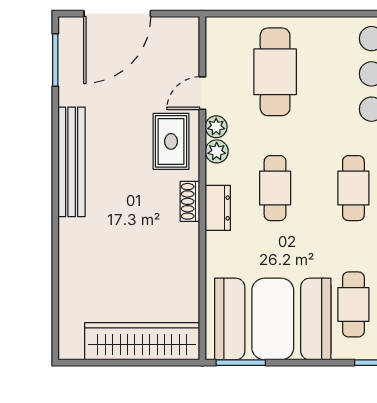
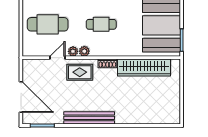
door: (202, 93) -> (58, 58), swing flipped
dresser: (218, 208) -> (110, 51), removed
wardrobe: (142, 341) -> (144, 68), moved, turned -90

